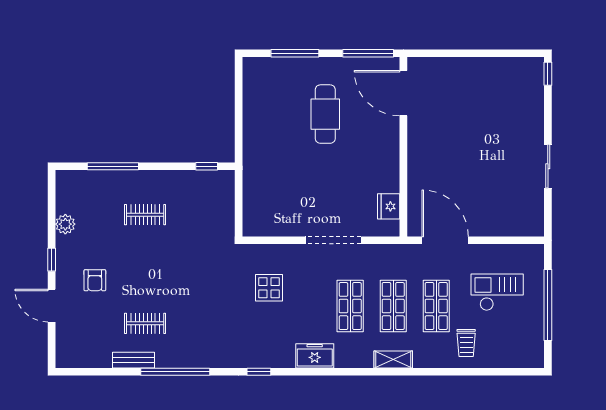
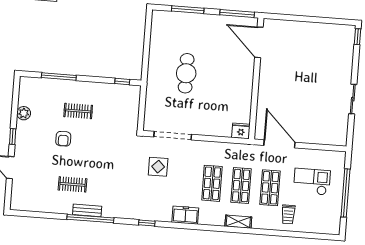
cafe table: (325, 114) -> (186, 73), moved
fridge: (389, 206) -> (241, 131), moved, turned 90
doorway: (333, 240) -> (173, 136), moved
armchair: (95, 280) -> (63, 139), moved
bench: (134, 360) -> (87, 210), moved

